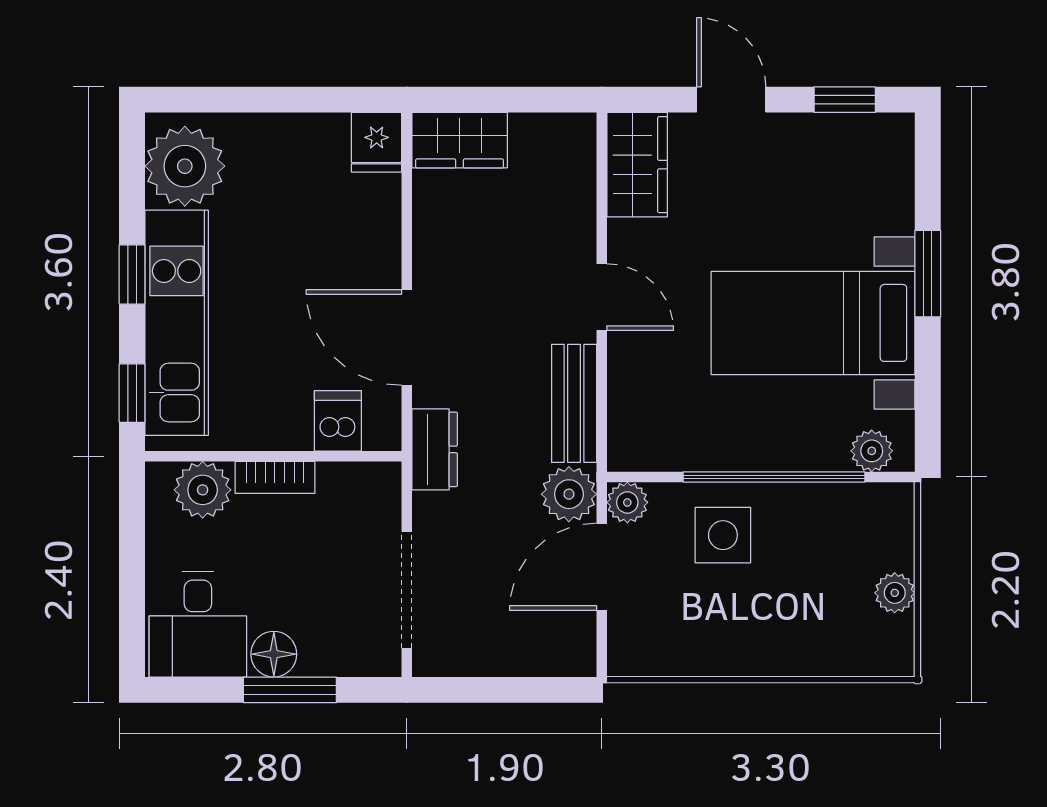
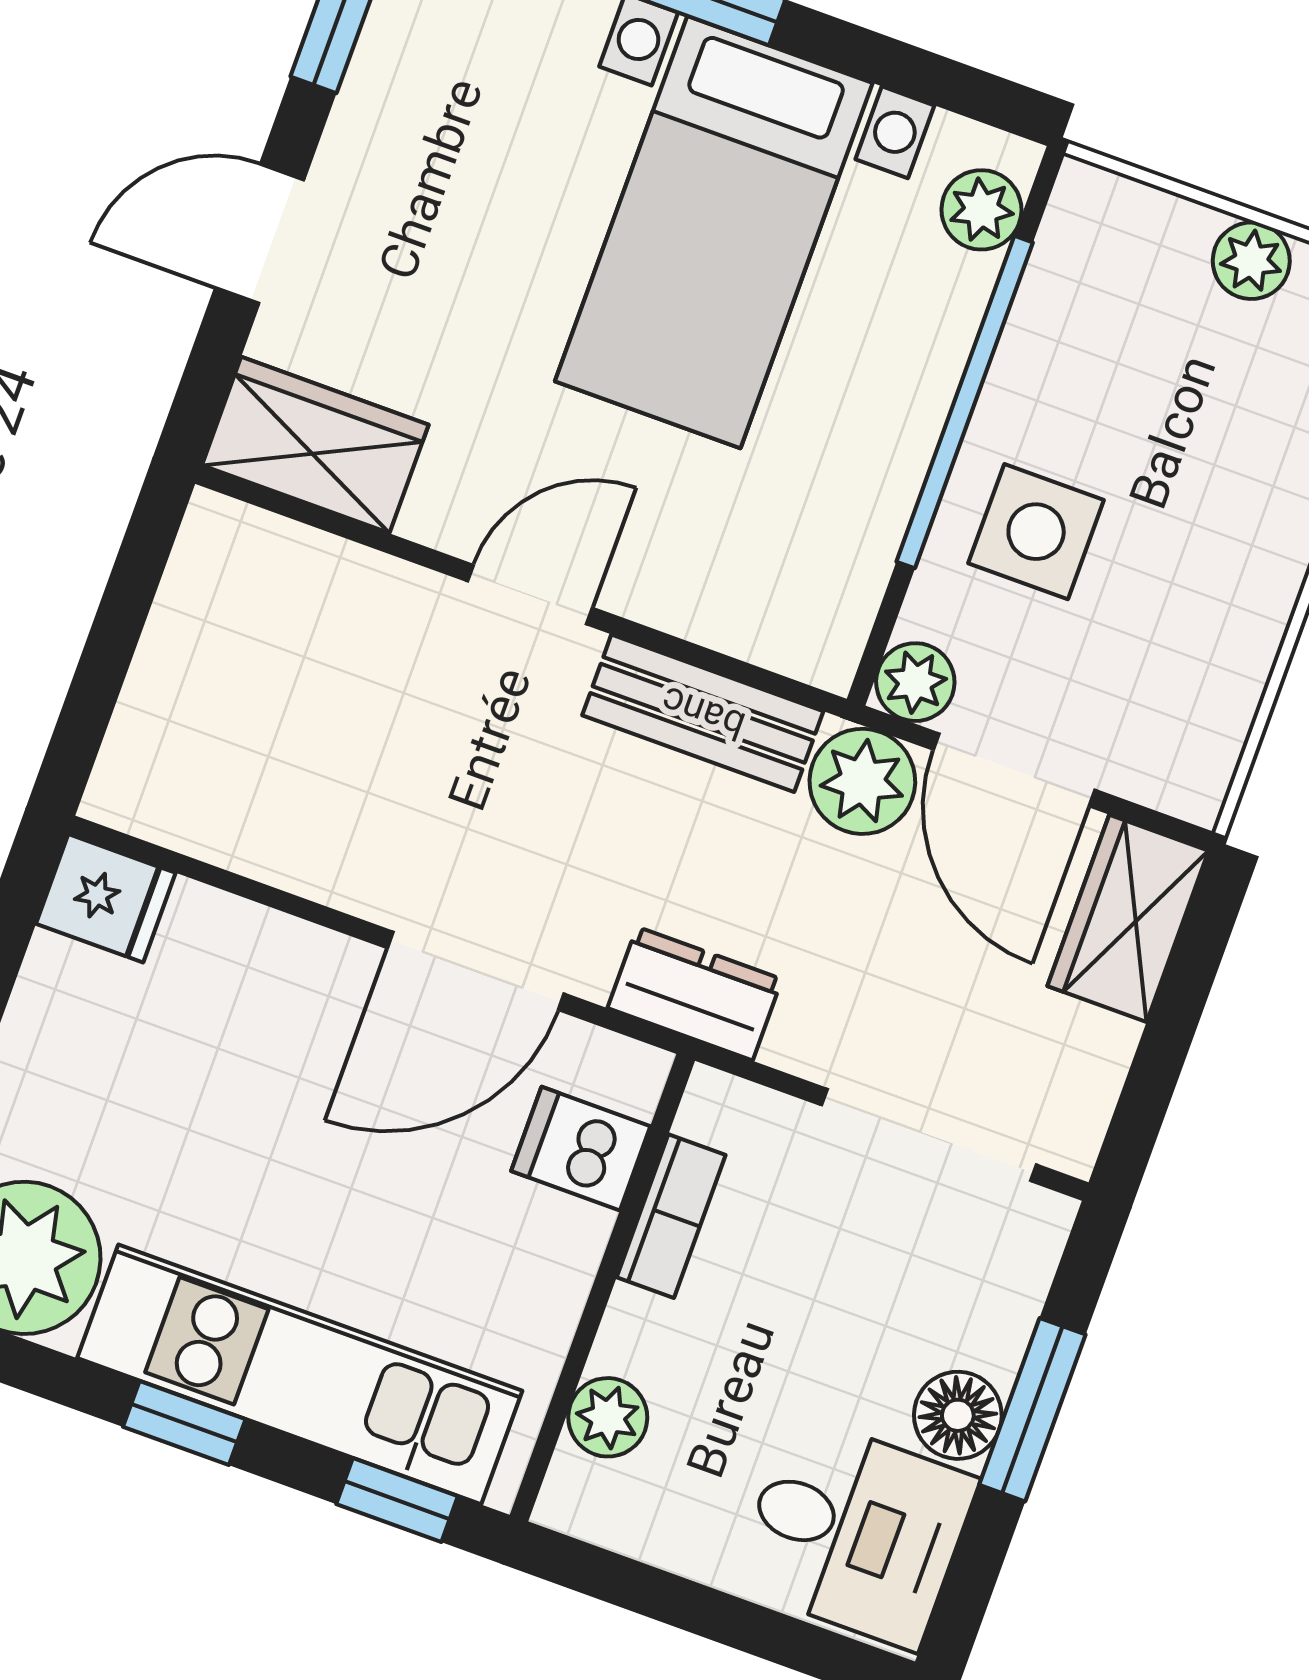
wardrobe: (460, 140) -> (1128, 918), moved, turned 180
bookcase: (275, 477) -> (671, 1216), moved
plant: (203, 490) -> (608, 1417), width x0.73, depth x0.73

